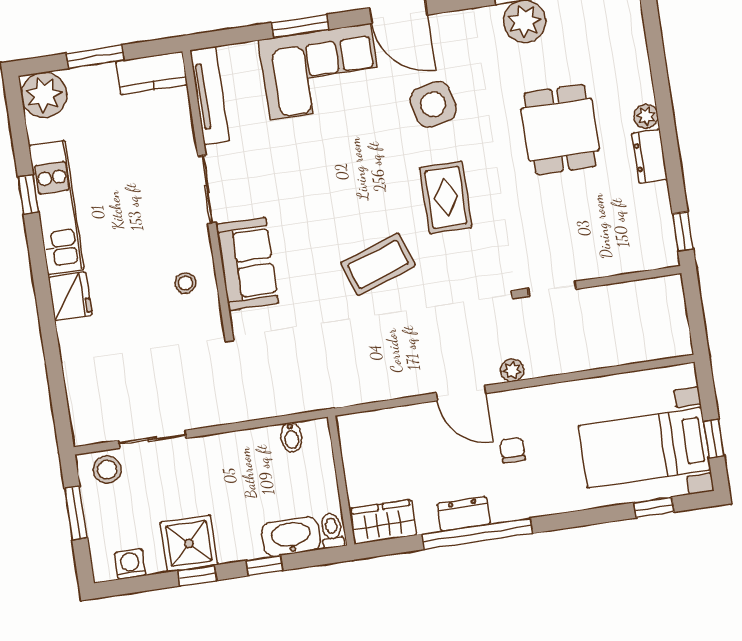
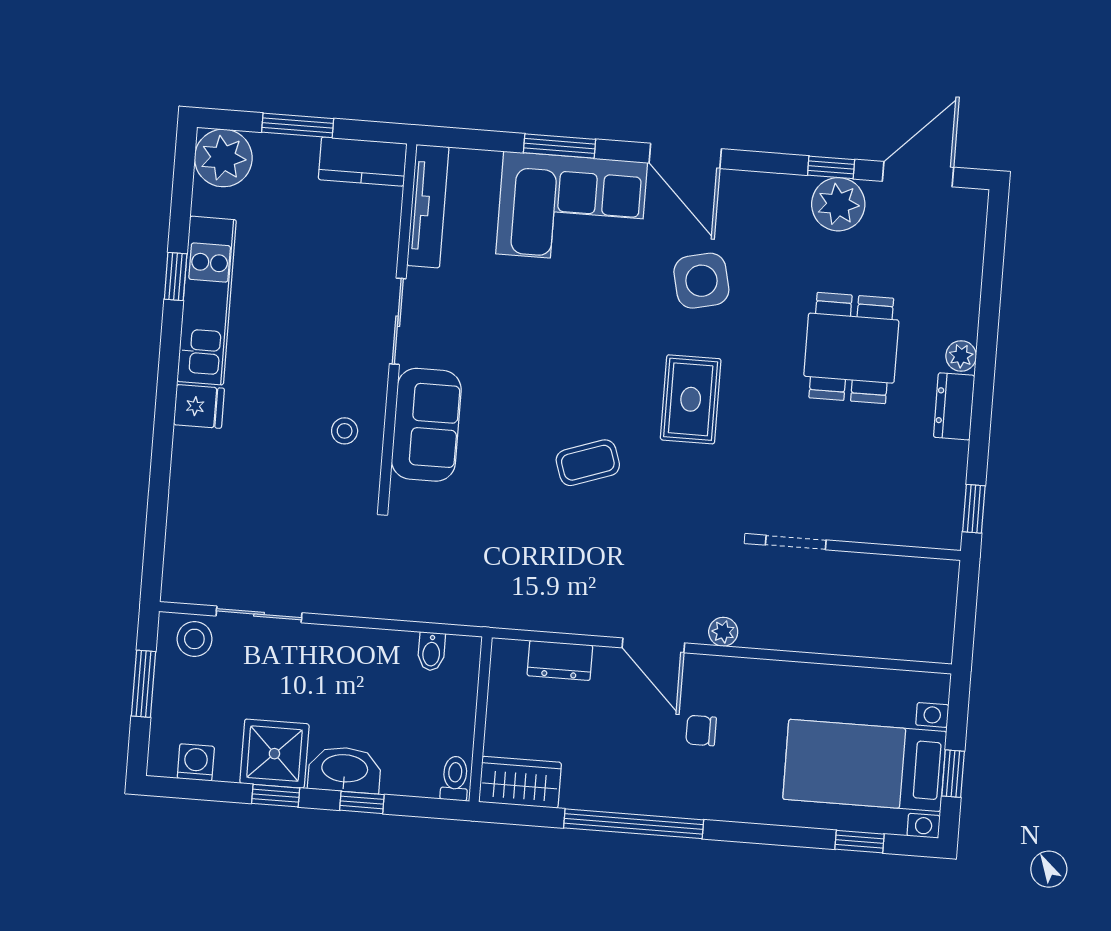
coffee table: (378, 264) -> (588, 463), width x0.73, depth x0.77
fridge: (70, 296) -> (199, 406), width x0.72
chair: (513, 450) -> (701, 730), turned -90
dresser: (464, 514) -> (560, 660), moved, turned 180
washbasin: (291, 537) -> (345, 770), moved

